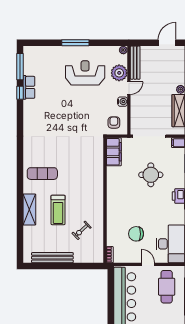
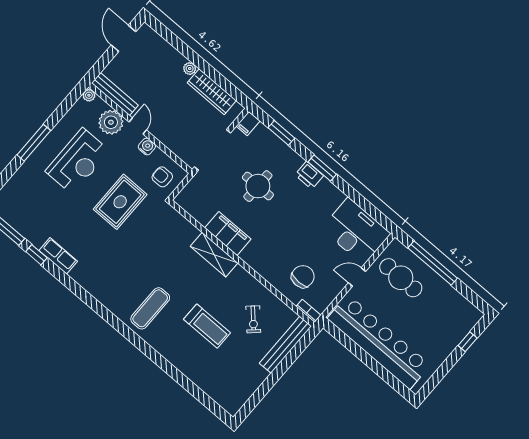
reception desk: (85, 73) -> (78, 161), turned 180
row of seats: (29, 87) -> (58, 256), moved
rug: (83, 112) -> (120, 202), added
filing cabinet: (114, 152) -> (228, 233), moved
shelving: (29, 209) -> (214, 255), moved
chair: (136, 234) -> (303, 277), moved, turned 180
bench: (52, 258) -> (285, 345), moved

